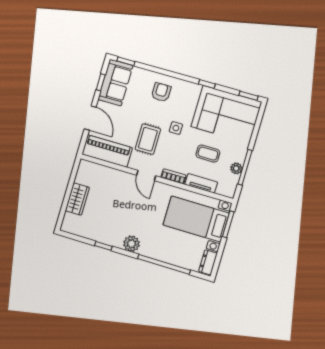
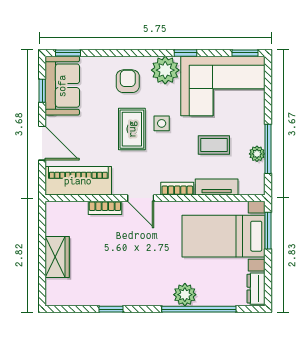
plant: (189, 92) -> (165, 70), added
rug: (148, 139) -> (132, 129), moved
bookcase: (120, 175) -> (105, 208), added
plant: (132, 244) -> (185, 295), moved

